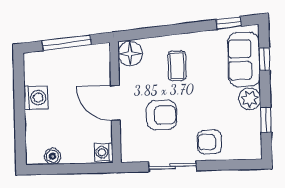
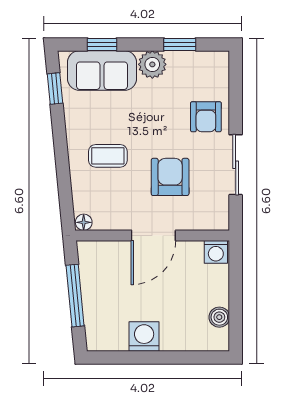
floor lamp: (130, 54) -> (84, 222), width x0.53, depth x0.53

